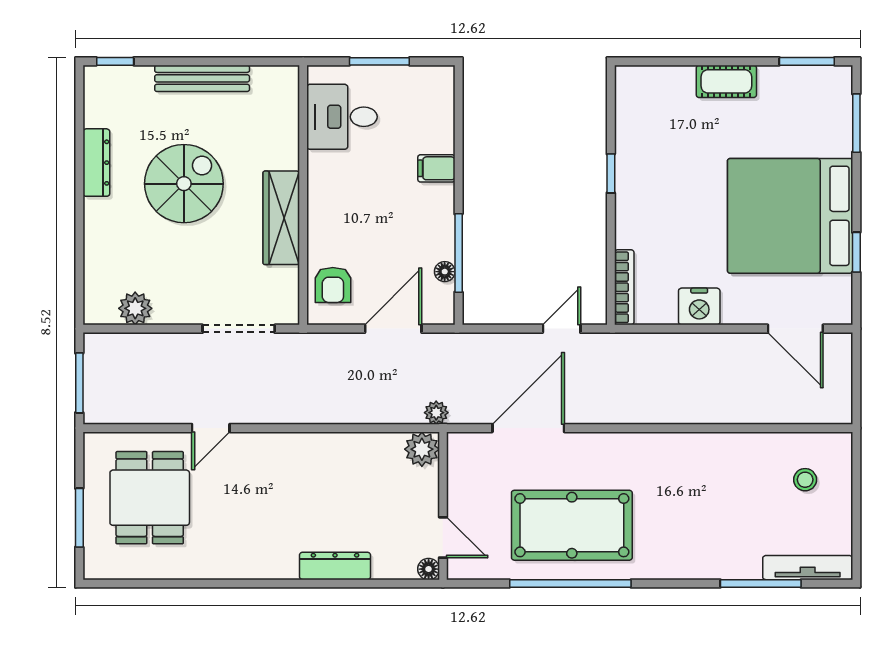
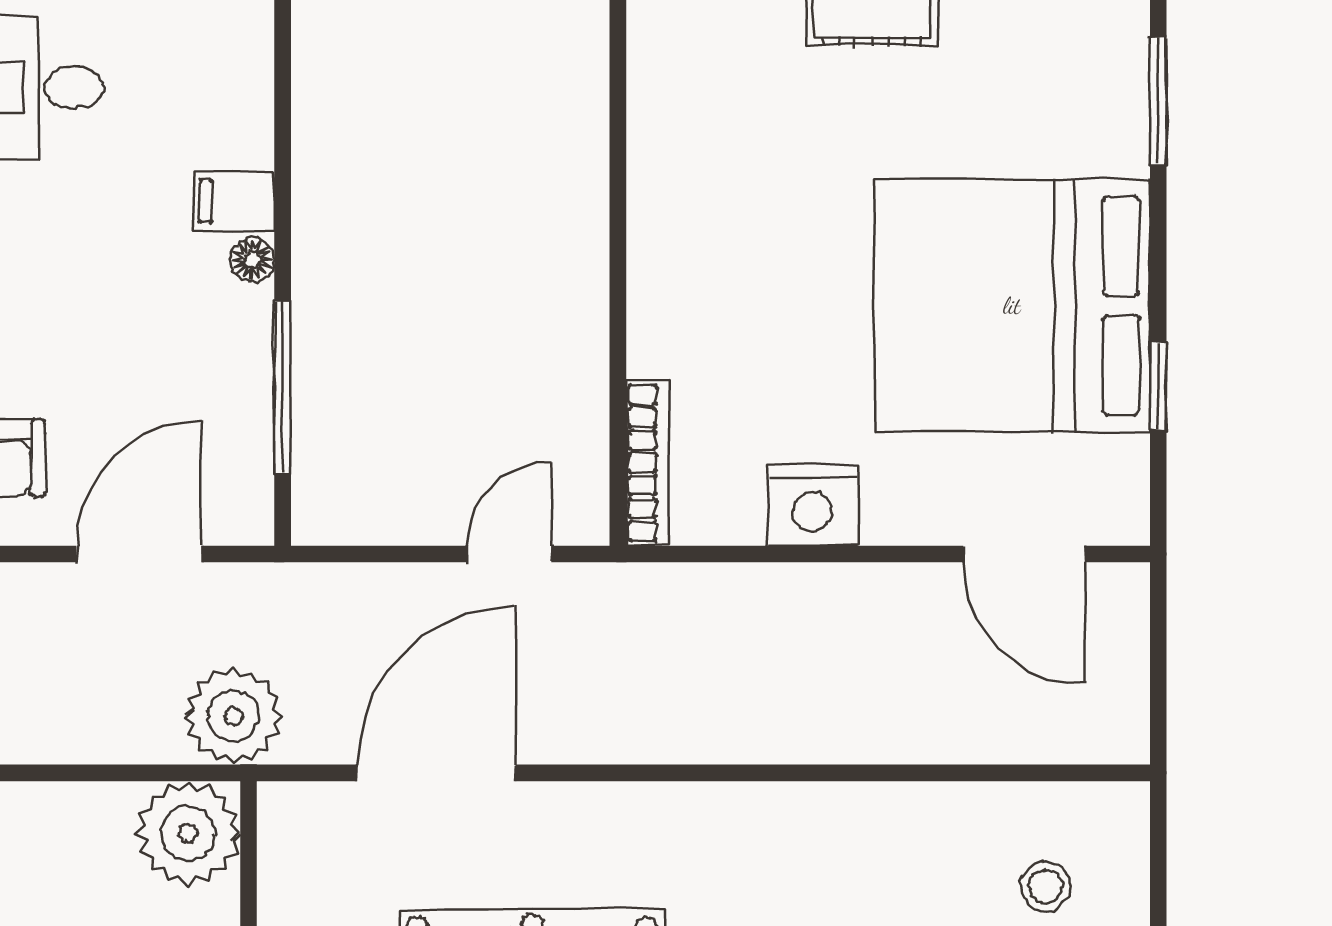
window: (611, 173) -> (618, 212), removed
floor lamp: (445, 272) -> (252, 259), moved
plant: (436, 413) -> (234, 716), width x1.87, depth x1.87
plant: (422, 449) -> (188, 833), width x1.36, depth x1.36

